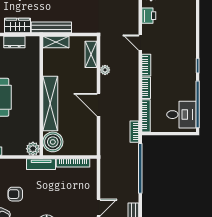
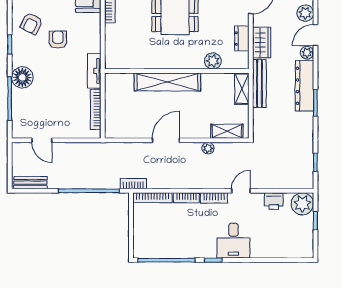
desk: (181, 115) -> (233, 241), moved
boiler: (53, 142) -> (121, 85), removed
plant: (33, 149) -> (213, 61), moved

